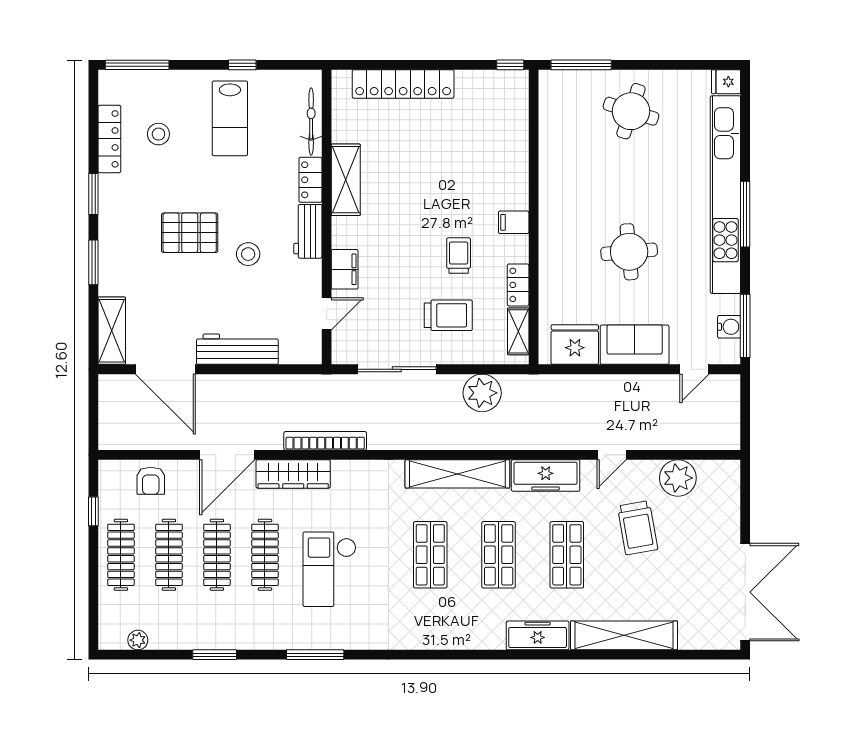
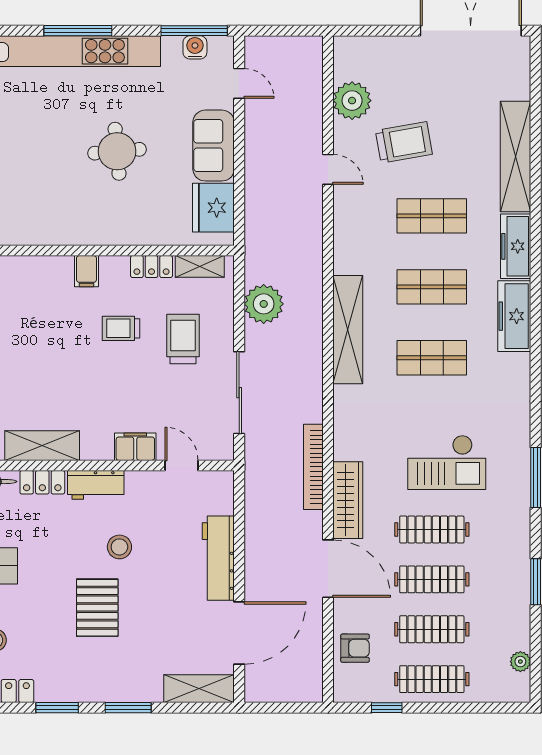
freezer: (546, 475) -> (514, 316), moved, turned 180

